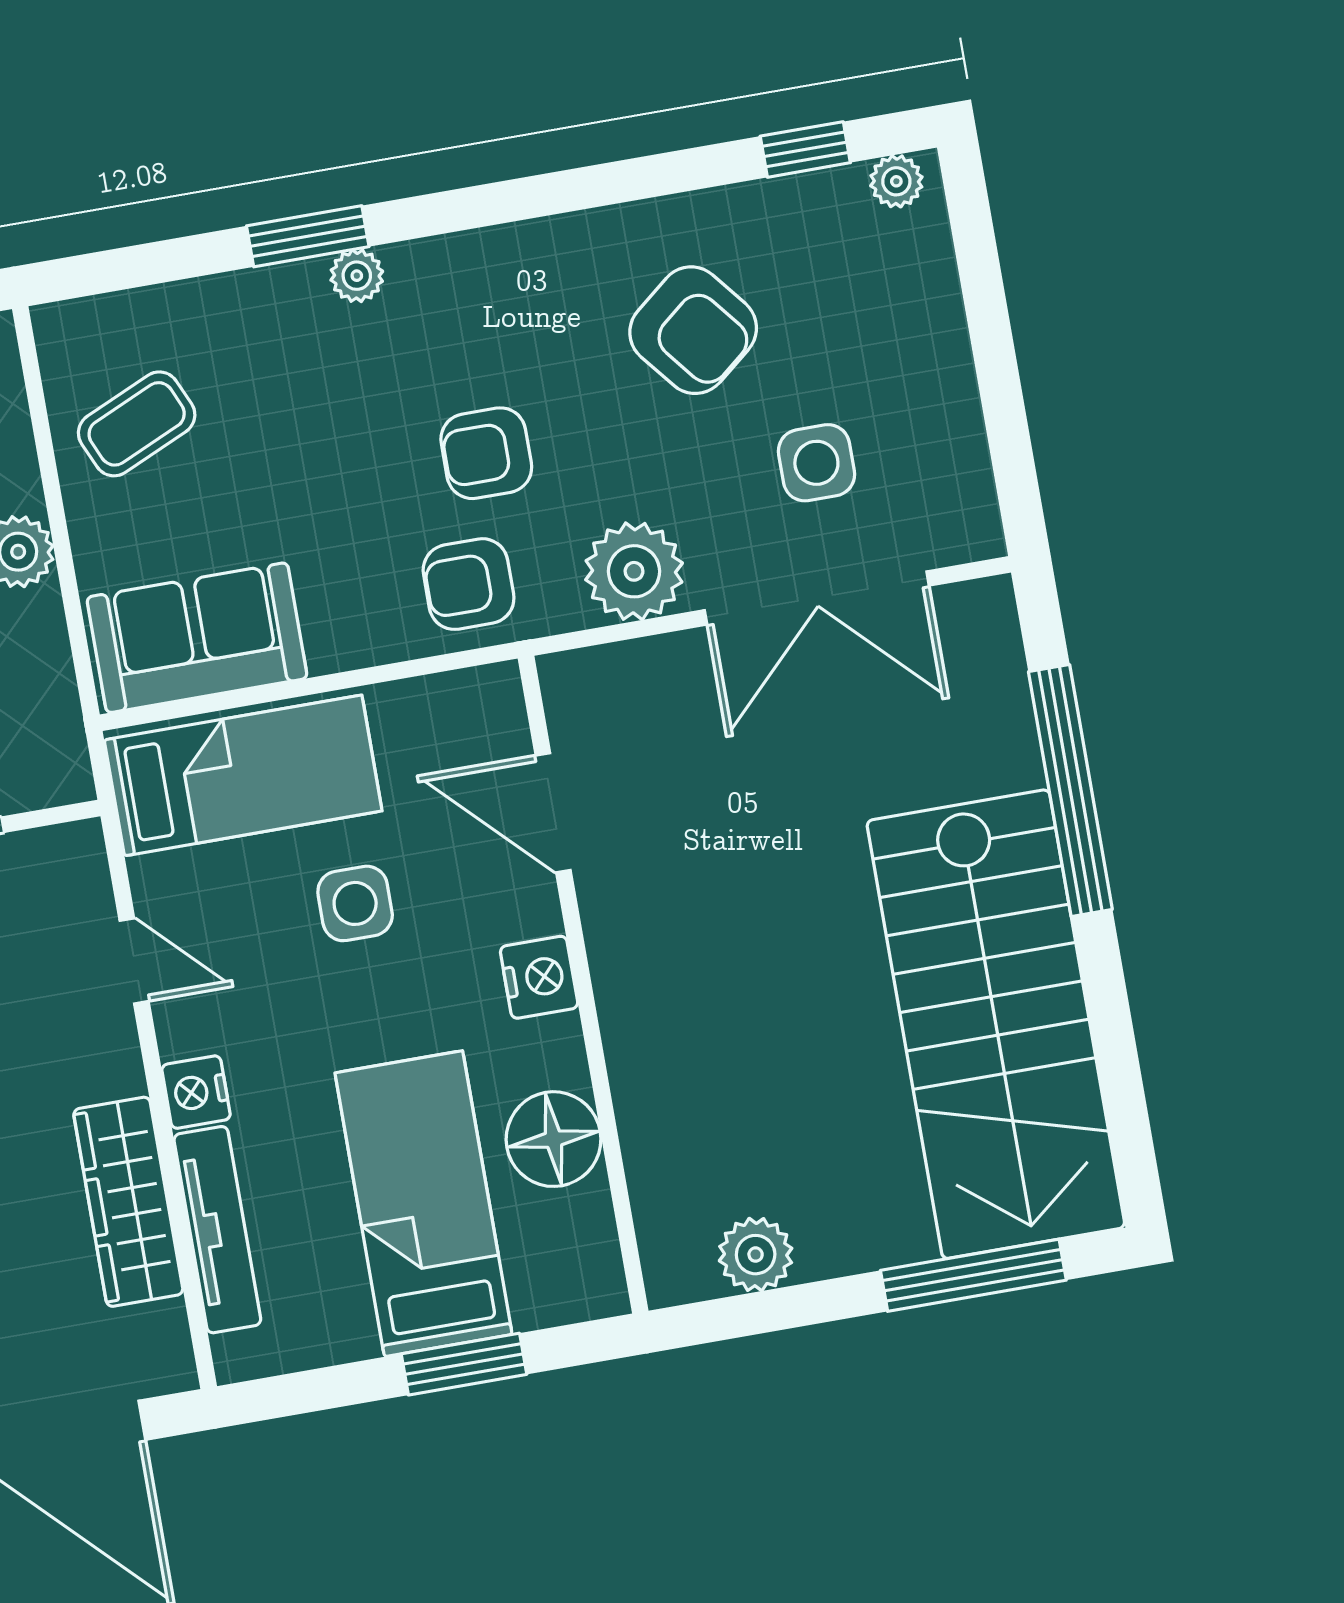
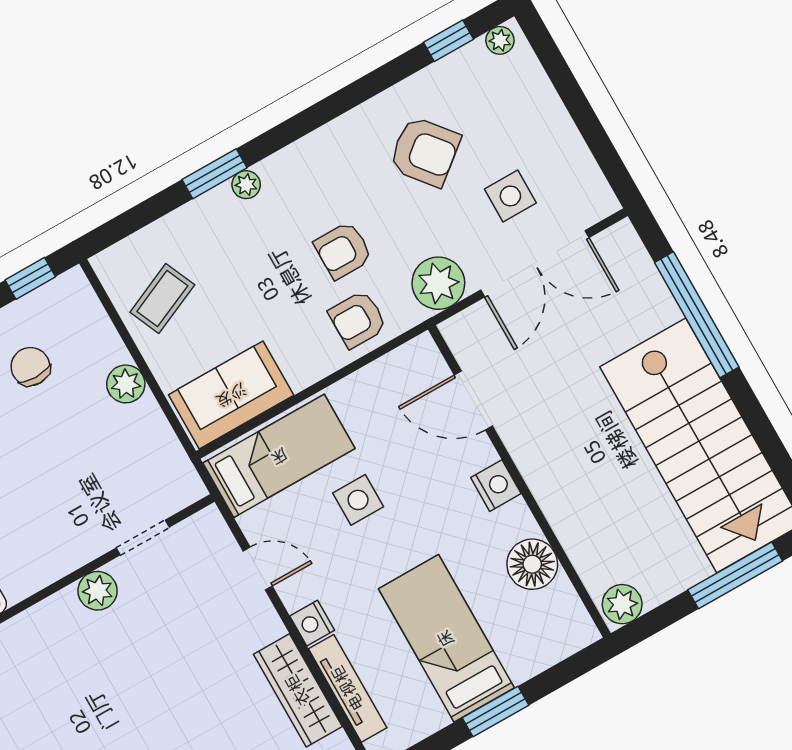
door: (553, 813) -> (473, 401), moved
nightstand: (539, 977) -> (496, 486), moved
wall: (583, 985) -> (519, 481), moved
floor lamp: (554, 1139) -> (532, 564), moved

